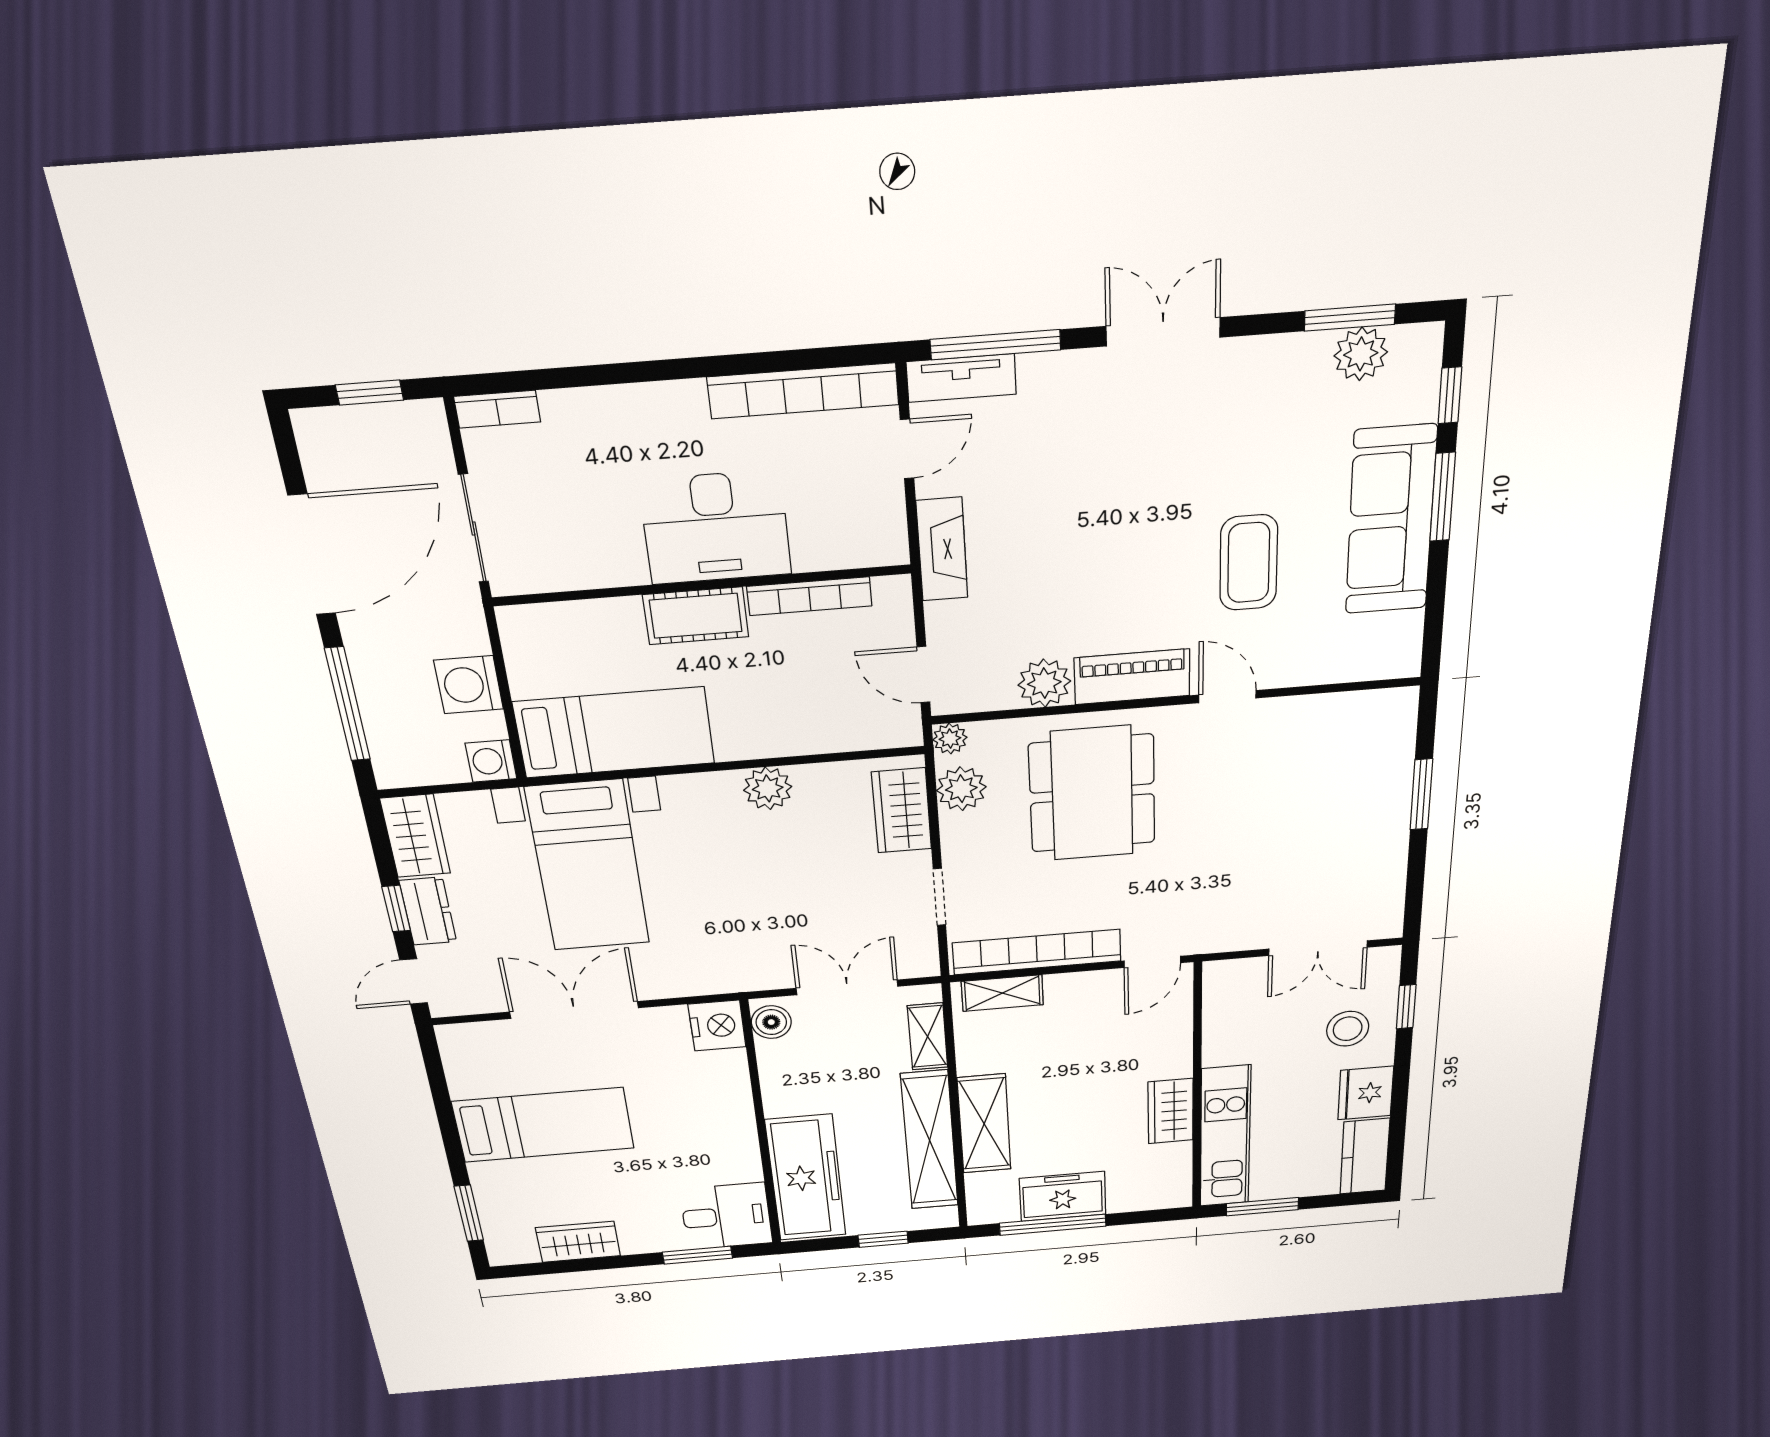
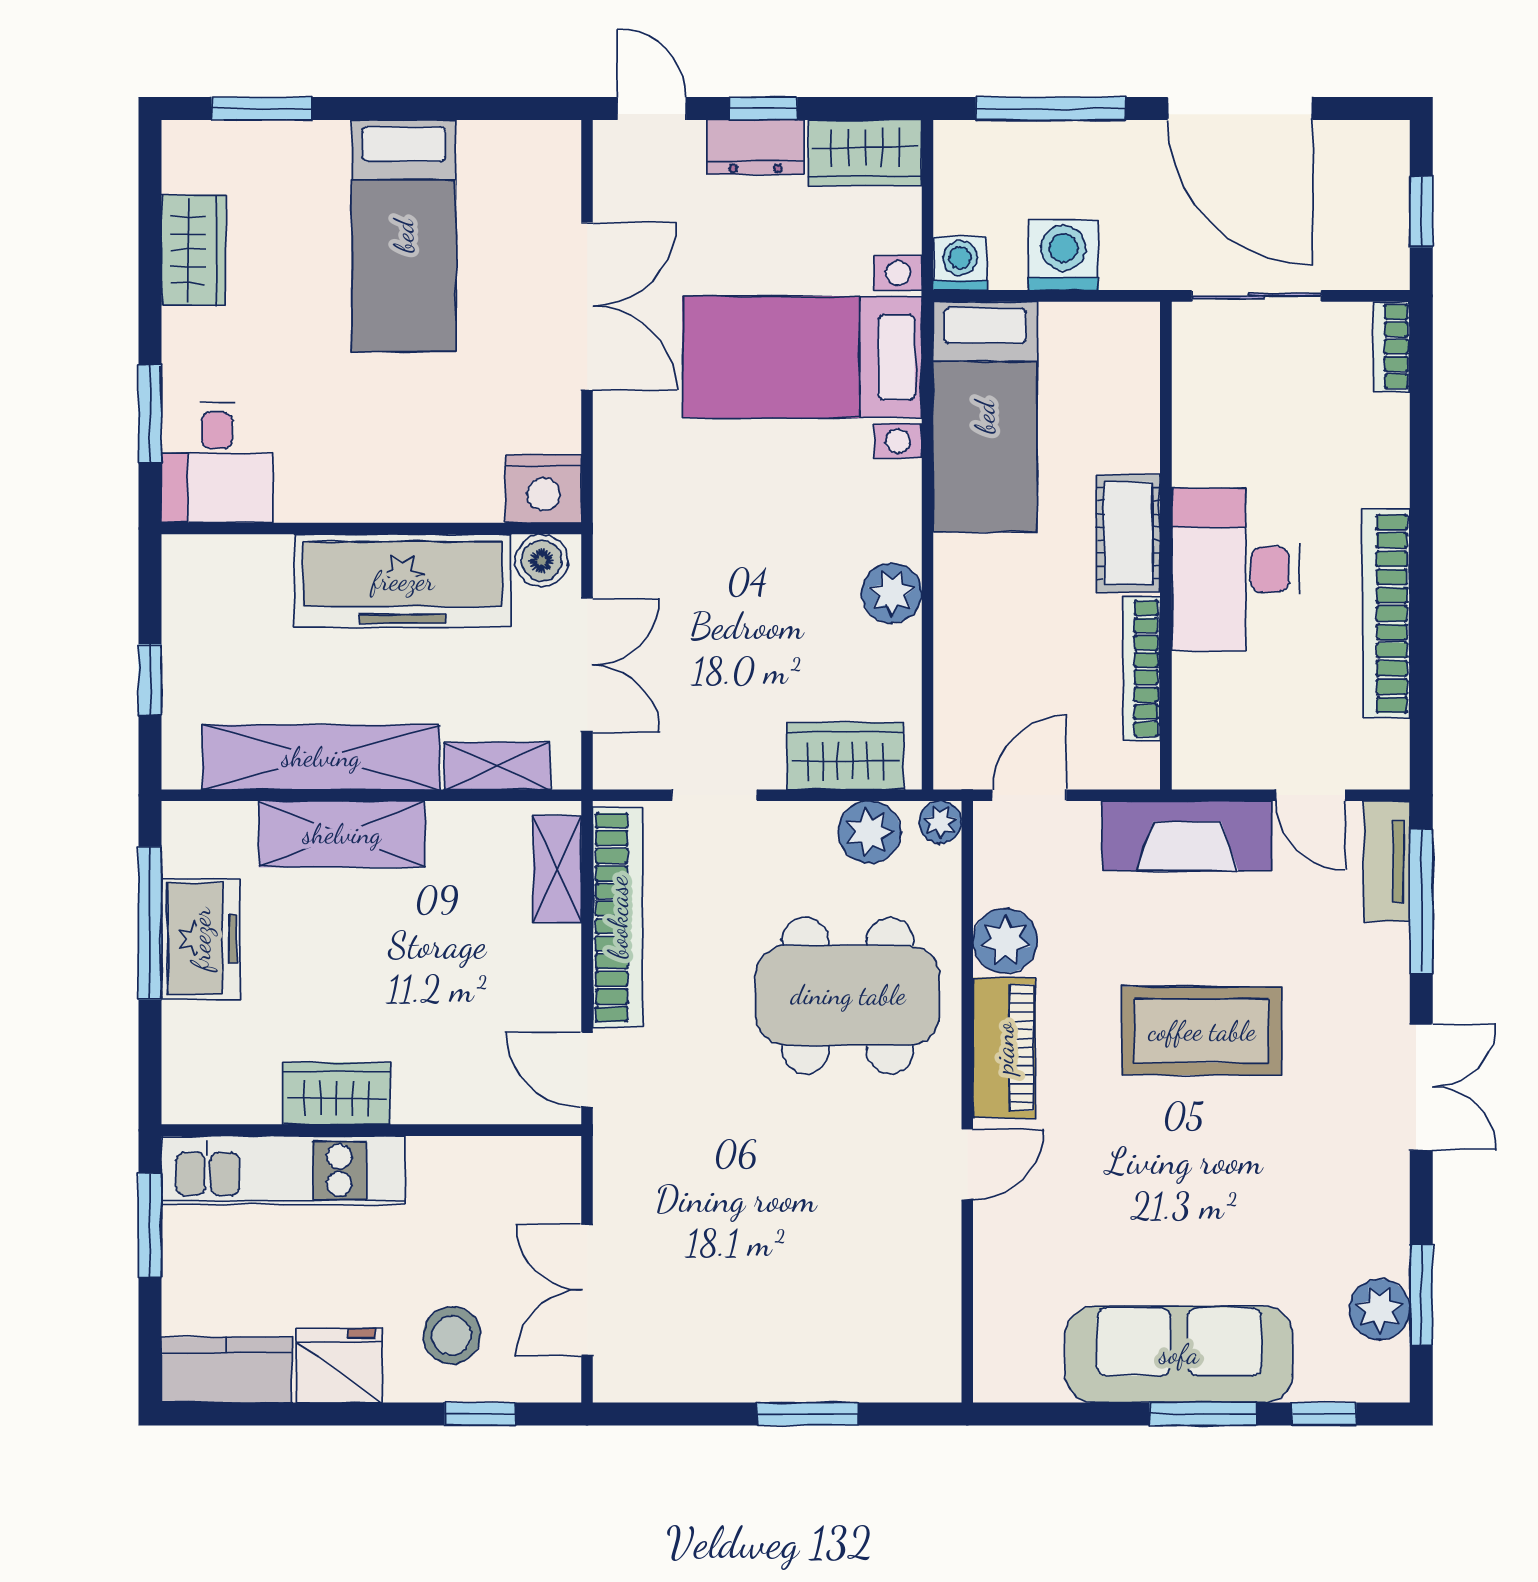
bookcase: (803, 391) -> (1386, 614), moved
fireplace: (942, 549) -> (1187, 836), width x1.37, depth x1.32
coffee table: (1249, 563) -> (1202, 1031), moved, width x1.36, depth x1.32
freezer: (806, 1178) -> (403, 581), moved

